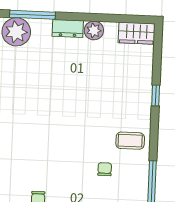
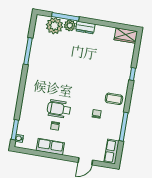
plant: (94, 30) -> (70, 25), moved
wheelchair: (41, 169) -> (59, 109), added

